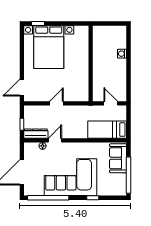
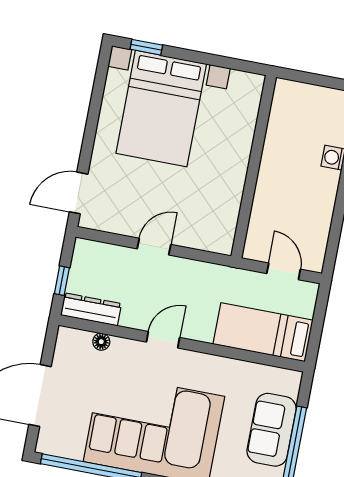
door: (55, 140) -> (163, 340), moved
sofa: (118, 158) -> (272, 430), moved

